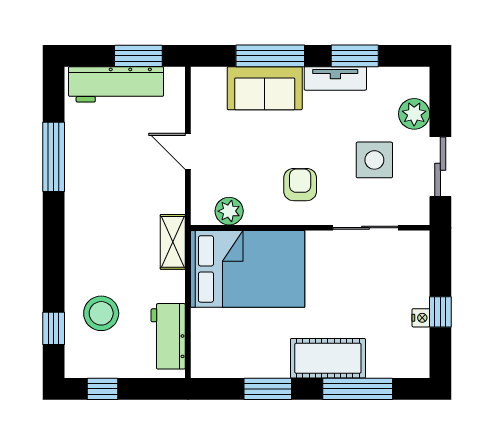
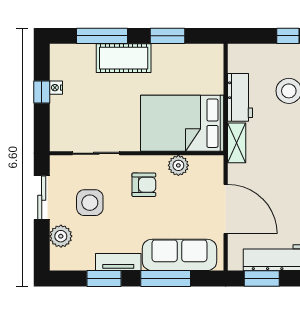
sofa: (265, 88) -> (179, 255), width x1.36
door: (188, 151) -> (226, 209), width x1.87
armchair: (300, 185) -> (144, 185), turned -90
plant: (229, 211) -> (178, 165), moved
workbench: (168, 336) -> (240, 97), moved

